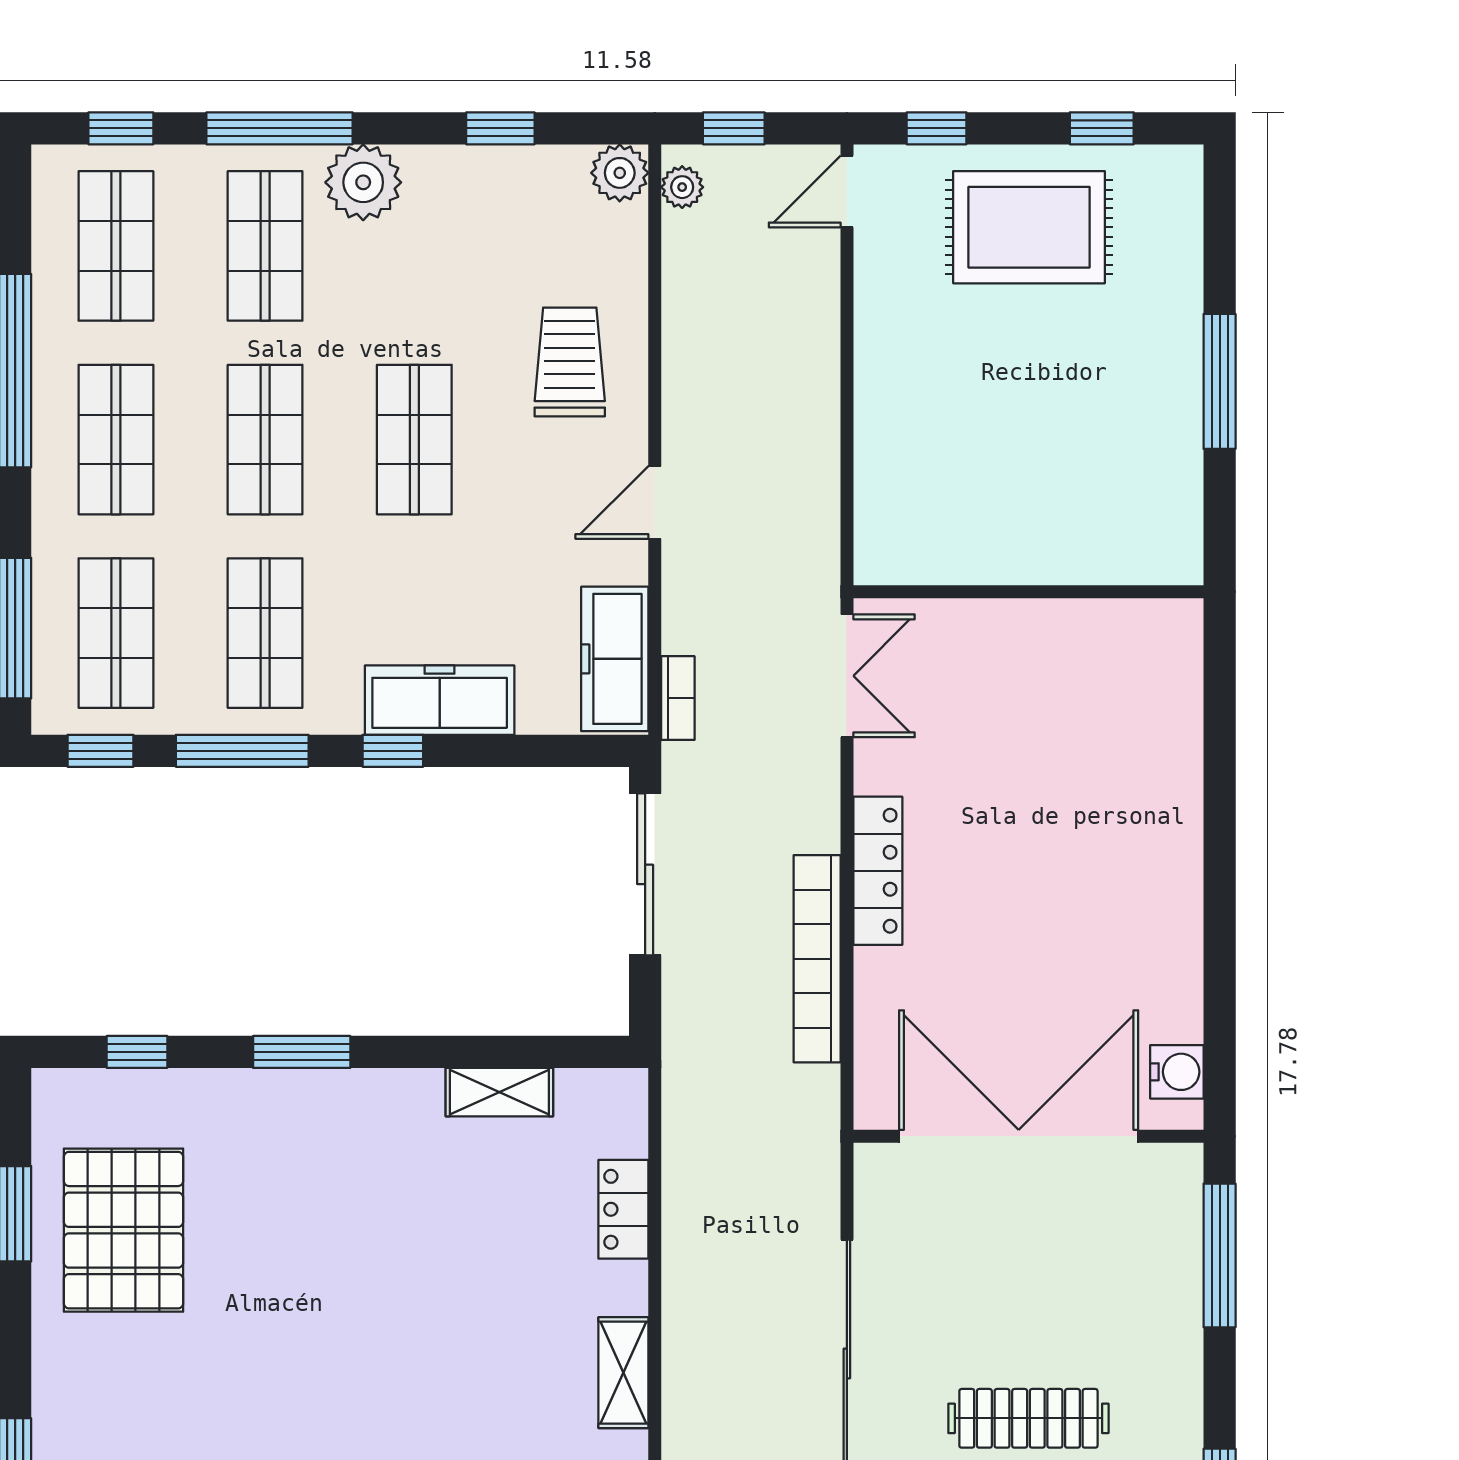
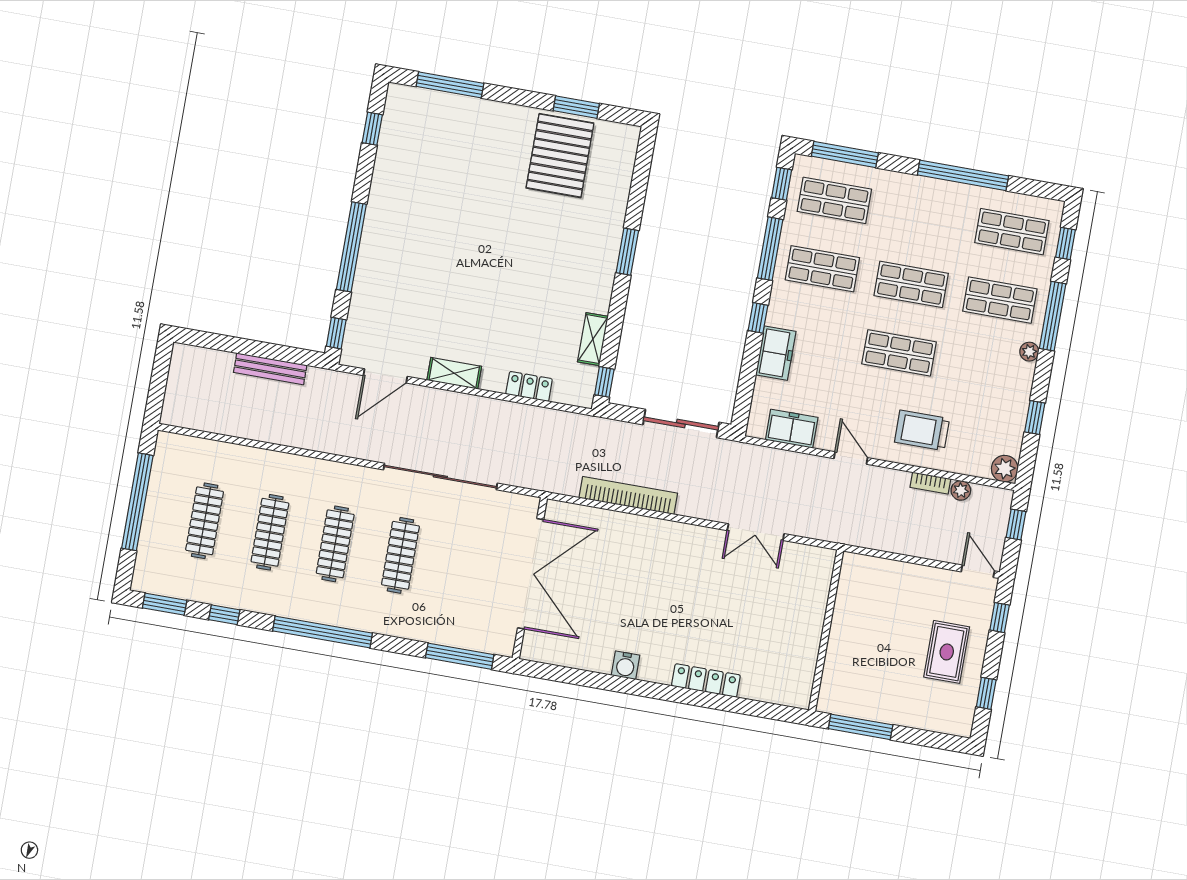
plant: (363, 182) -> (1029, 352), width x0.53, depth x0.53
plant: (682, 187) -> (961, 490), moved
rug: (1029, 227) -> (947, 652), width x0.73, depth x0.70
trolley: (570, 362) -> (922, 430), turned 180
shop shelf: (116, 440) -> (923, 216), removed
wall: (1028, 592) -> (826, 630), moved
freezer: (615, 659) -> (792, 429), width x0.71
bookcase: (678, 698) -> (930, 483), moved
freezer: (440, 700) -> (776, 353), width x0.71
locker: (878, 871) -> (706, 680), moved, turned 180
window: (137, 1052) -> (604, 382), moved
water cooler: (1177, 1072) -> (625, 665), moved
pallet: (124, 1230) -> (560, 156), turned 90

